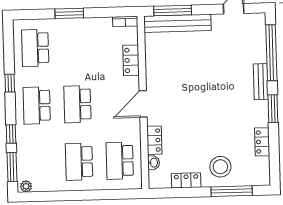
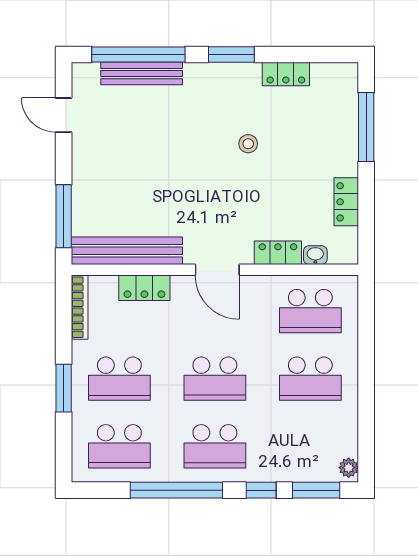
bookcase: (125, 21) -> (80, 307), width x1.56
bench: (177, 23) -> (127, 251), moved, turned 90
school desk: (76, 47) -> (119, 379), added
bench: (261, 82) -> (142, 74), moved, width x1.36
window: (10, 83) -> (176, 490), width x3.17
stool: (220, 167) -> (248, 144), moved, width x0.53, depth x0.53

